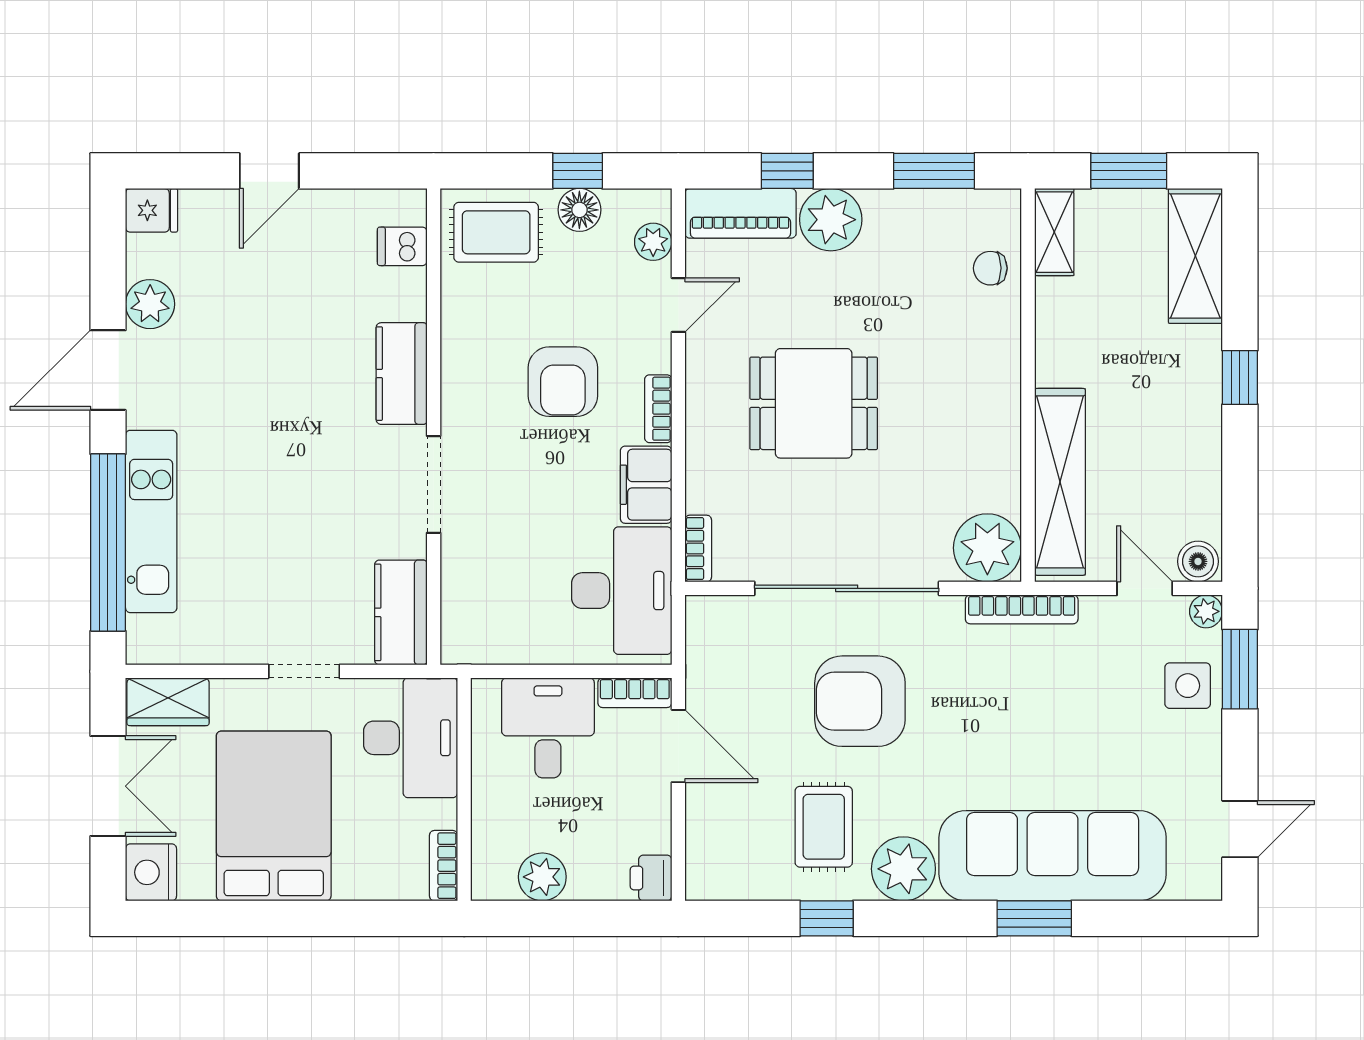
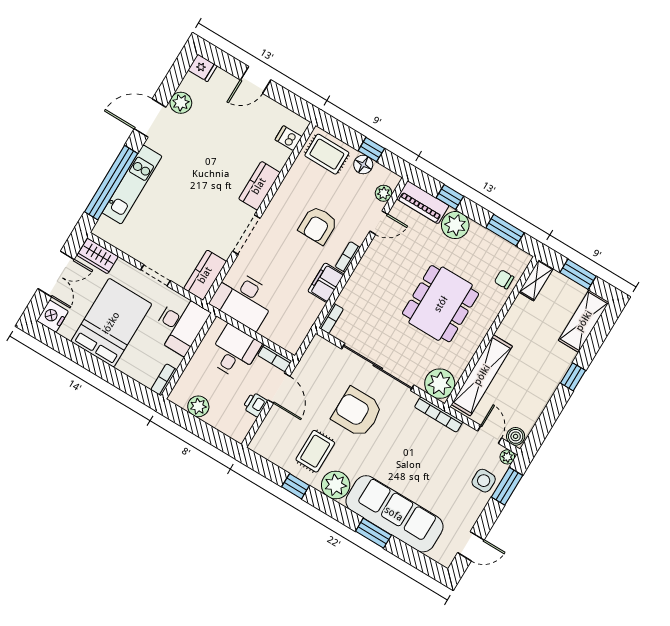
dining table: (814, 403) -> (441, 304), moved, width x1.38
desk: (622, 591) -> (243, 299), moved, turned 90
printer: (651, 878) -> (255, 404), moved

